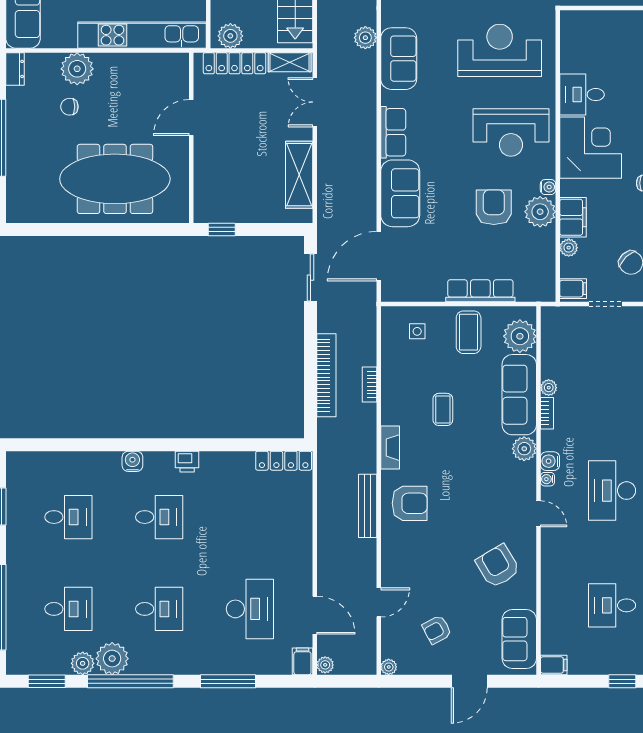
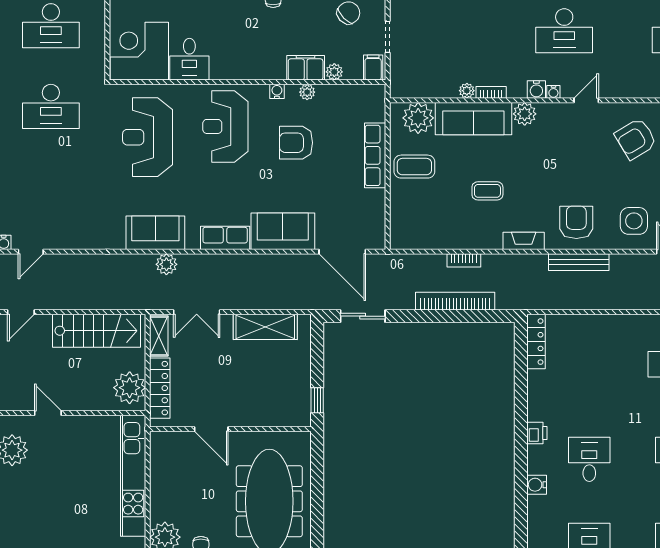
plant: (230, 36) -> (130, 388), width x1.36, depth x1.36
plant: (365, 38) -> (166, 264), moved
reception desk: (511, 133) -> (225, 126), turned 180
corner desk: (591, 148) -> (139, 51), moved
plant: (540, 212) -> (307, 92), width x0.53, depth x0.53
side table: (417, 331) -> (634, 221), moved, width x1.87, depth x1.87

